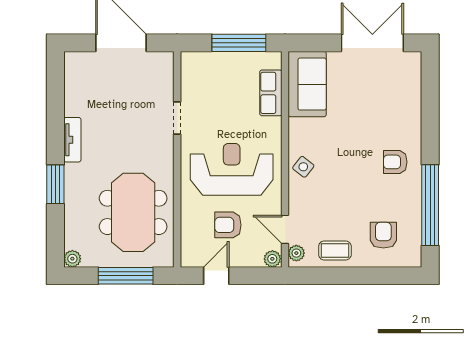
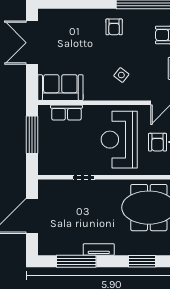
window: (55, 107) -> (76, 261), added
side table: (303, 167) -> (121, 75), moved
window: (55, 184) -> (142, 261), moved

